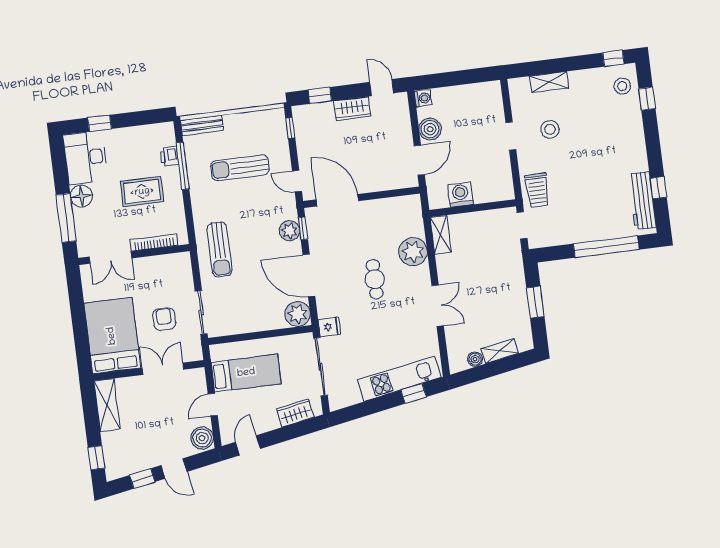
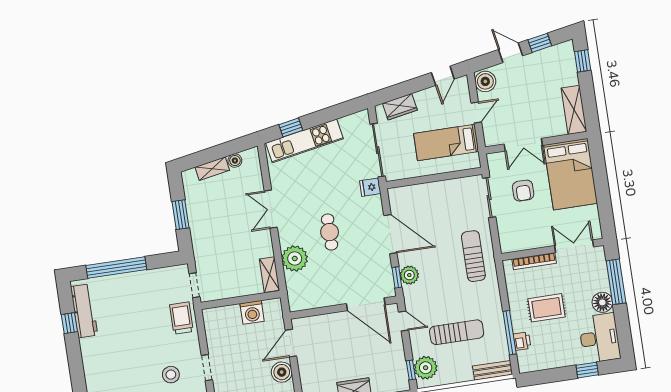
plant: (298, 314) -> (426, 368), moved

